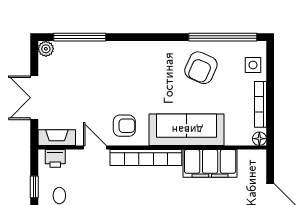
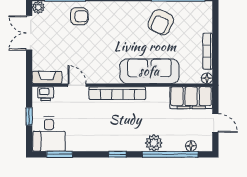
side table: (253, 65) -> (202, 20), removed
double door: (34, 98) -> (29, 33), moved
armchair: (124, 126) -> (79, 16), moved
filing cabinet: (210, 163) -> (191, 98), moved

